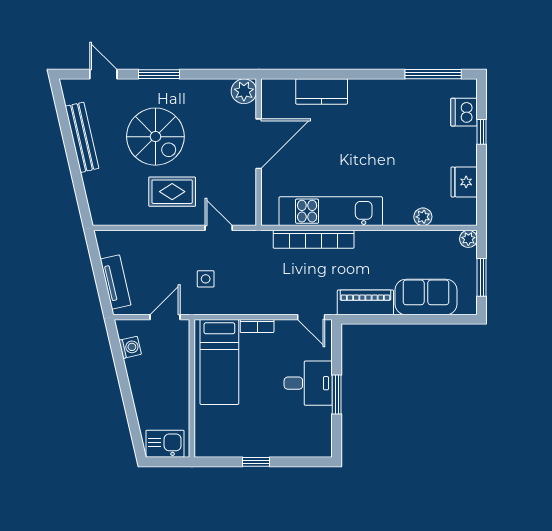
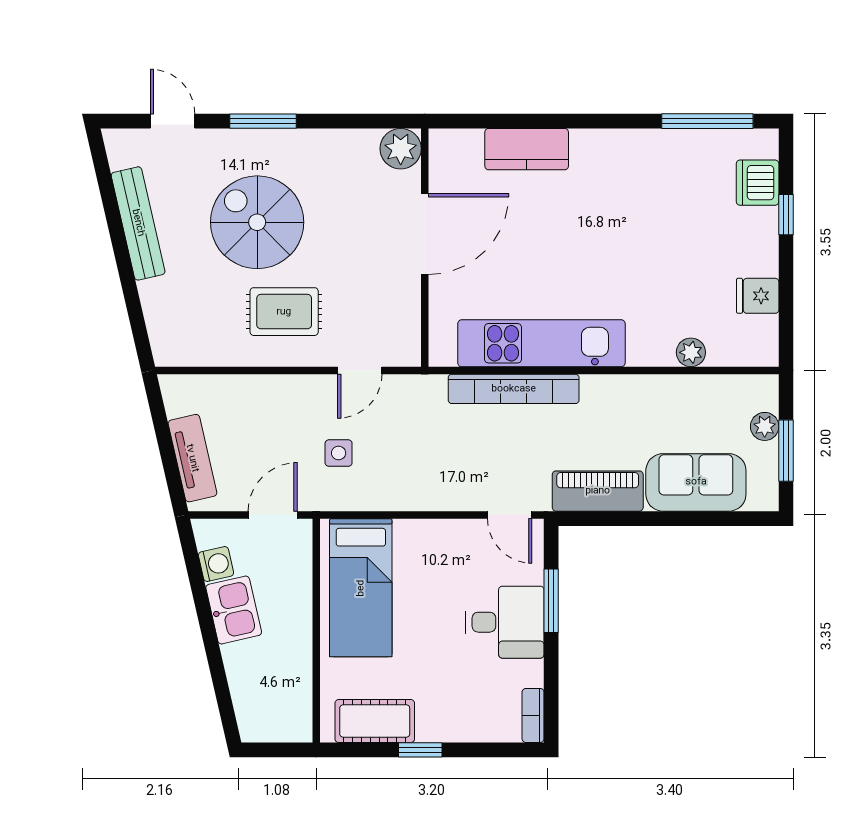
spiral stairs: (155, 137) -> (257, 222), turned 180
fridge: (464, 182) -> (758, 296), width x0.72
door: (219, 228) -> (360, 370), swing flipped
plant: (468, 239) -> (765, 426), moved
bookcase: (257, 326) -> (533, 715), moved, turned 90
window: (337, 395) -> (551, 601), moved
kitchen sink: (165, 444) -> (234, 610), moved, turned 77
cot: (228, 444) -> (375, 721), added

